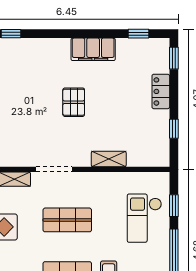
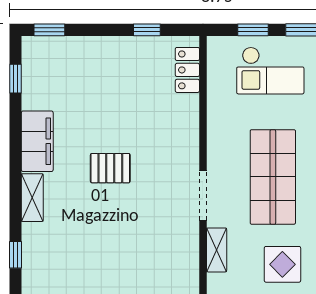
locker: (161, 91) -> (187, 70), moved, turned 90
shelving: (109, 159) -> (32, 198), moved
shop shelf: (67, 220) -> (273, 177), width x1.43, depth x1.36

